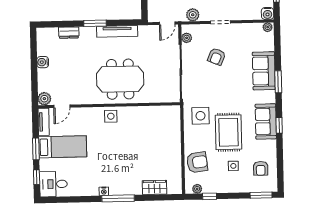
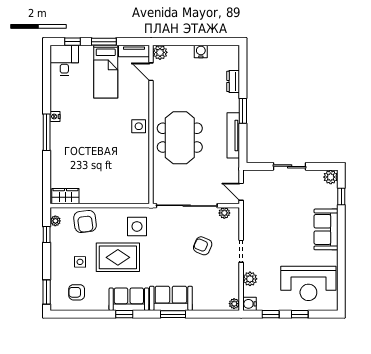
plant: (193, 15) -> (250, 279), moved
sofa: (264, 71) -> (171, 298), moved
wardrobe: (155, 187) -> (65, 196), moved, turned -90

